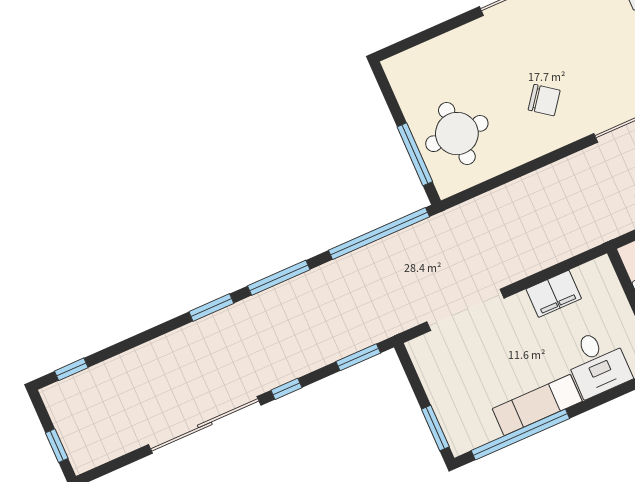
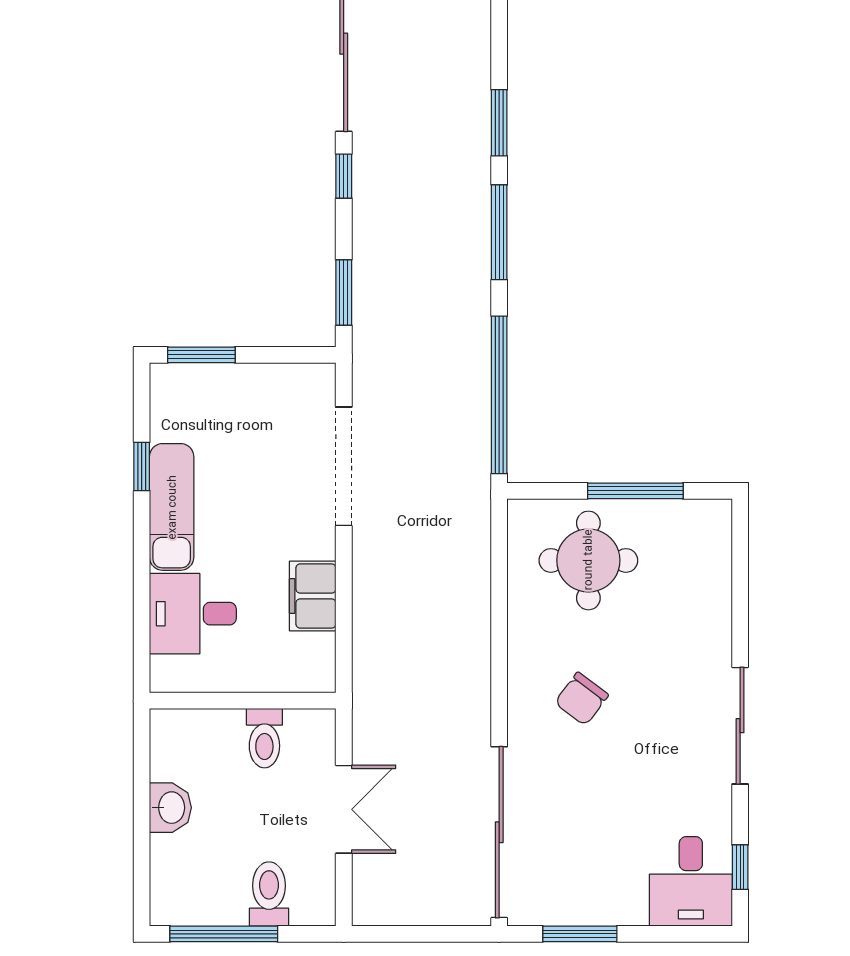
window: (415, 154) -> (635, 491), moved
window: (520, 434) -> (142, 466), width x0.32

